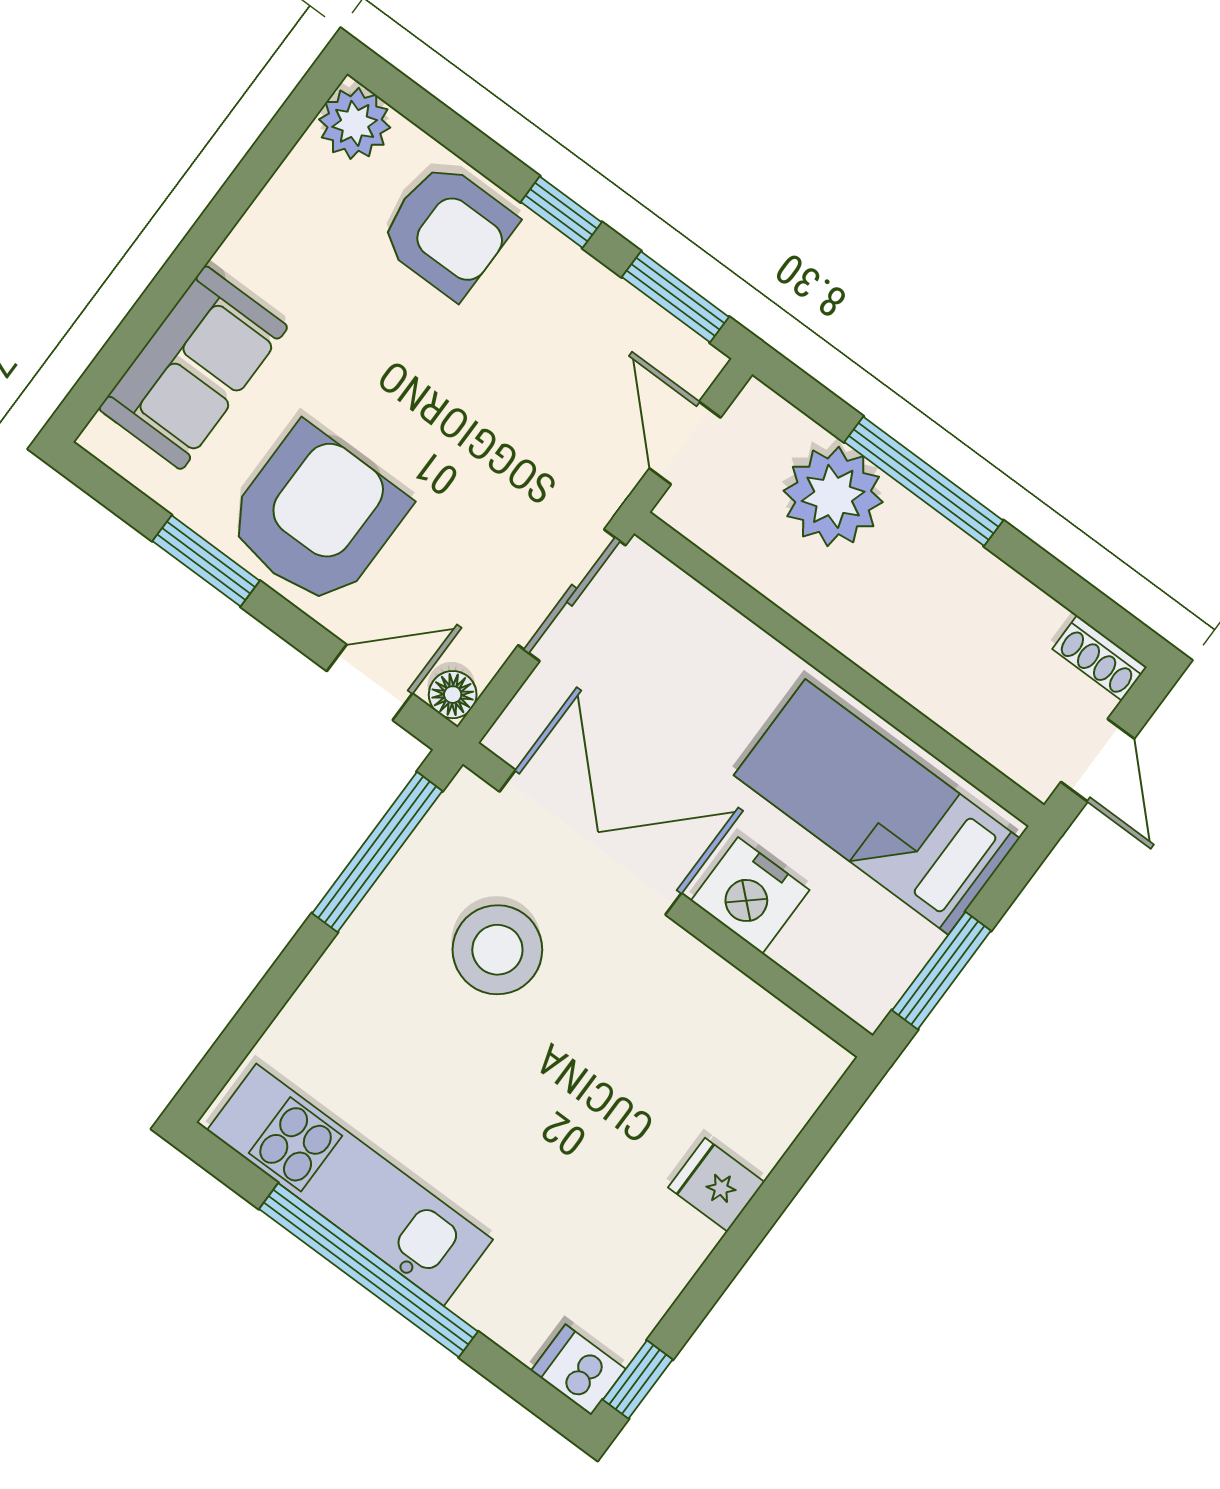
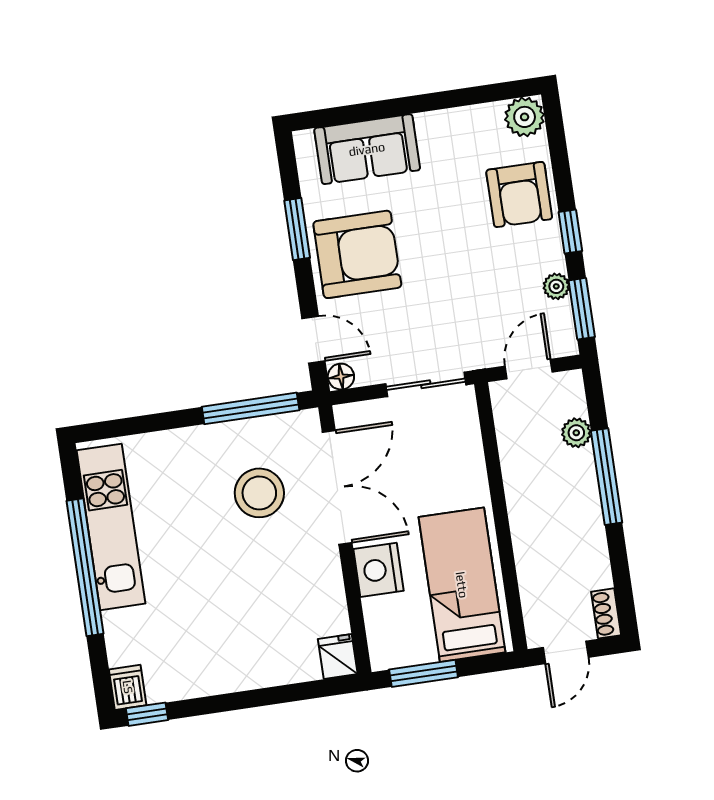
plant: (614, 301) -> (556, 286), added
plant: (833, 496) -> (576, 433), width x0.53, depth x0.53
fridge: (716, 1185) -> (338, 657), moved

